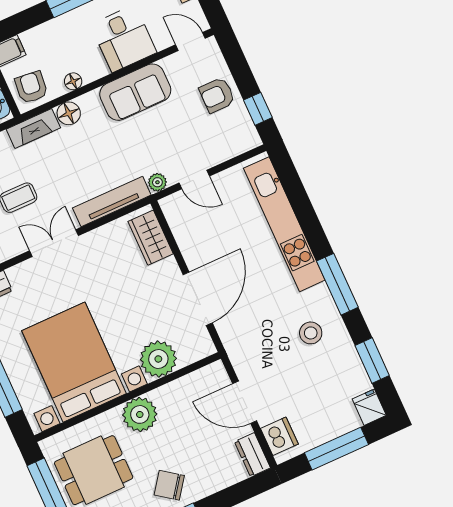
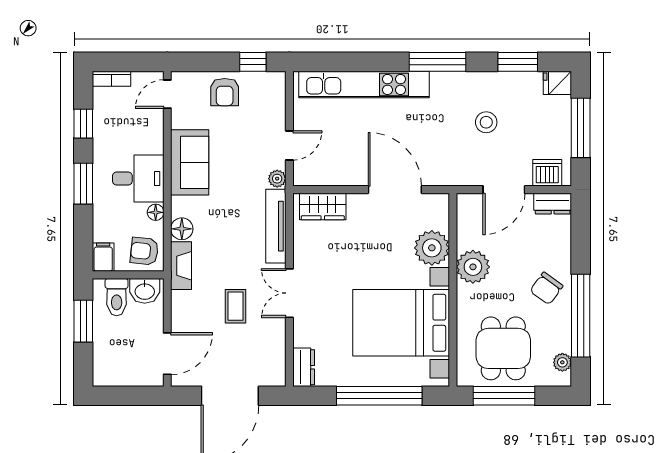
desk: (124, 39) -> (138, 179), moved
stool: (311, 333) -> (486, 122), moved
plant: (140, 414) -> (473, 267), moved

